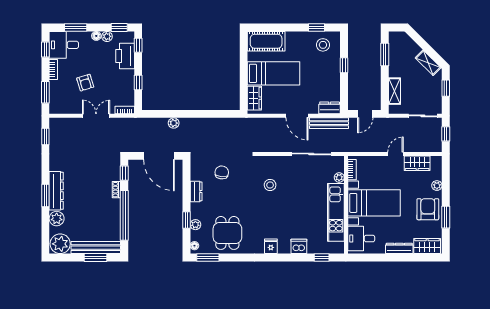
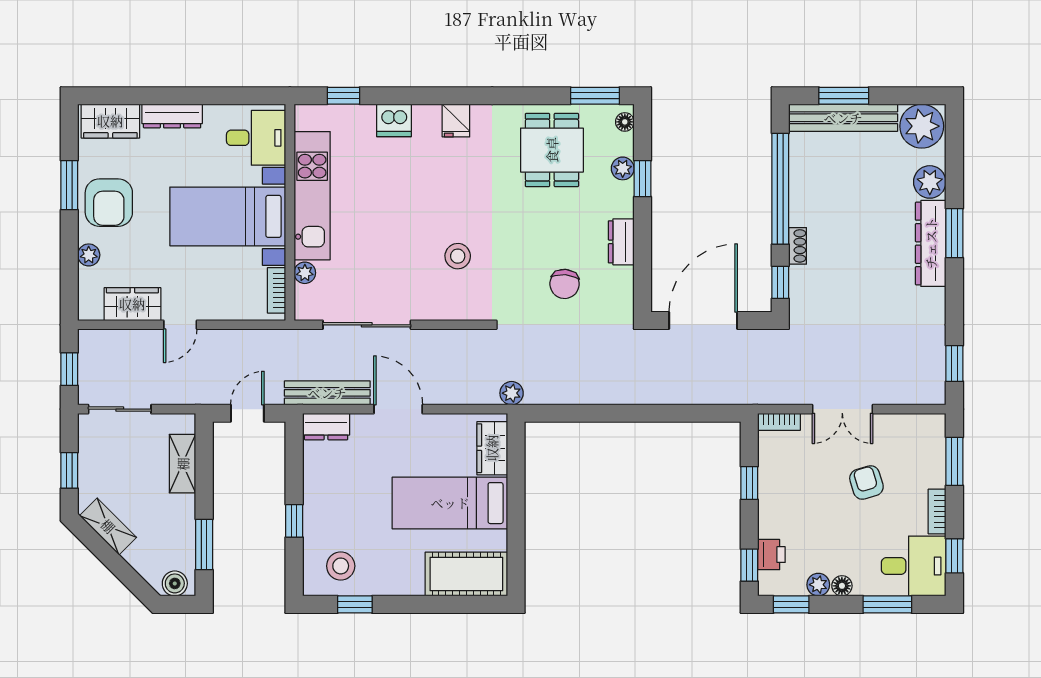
boiler: (398, 37) -> (175, 583), added
printer: (125, 56) -> (771, 555), width x0.53, depth x0.68
plant: (174, 123) -> (512, 393), moved
door: (159, 156) -> (703, 321), hinge flipped

